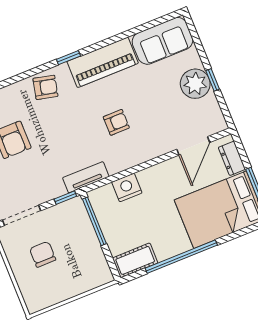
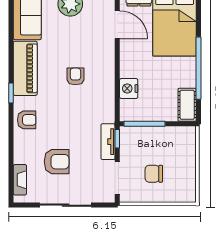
armchair: (45, 87) -> (27, 120), turned 77
tv unit: (86, 177) -> (108, 142), moved

